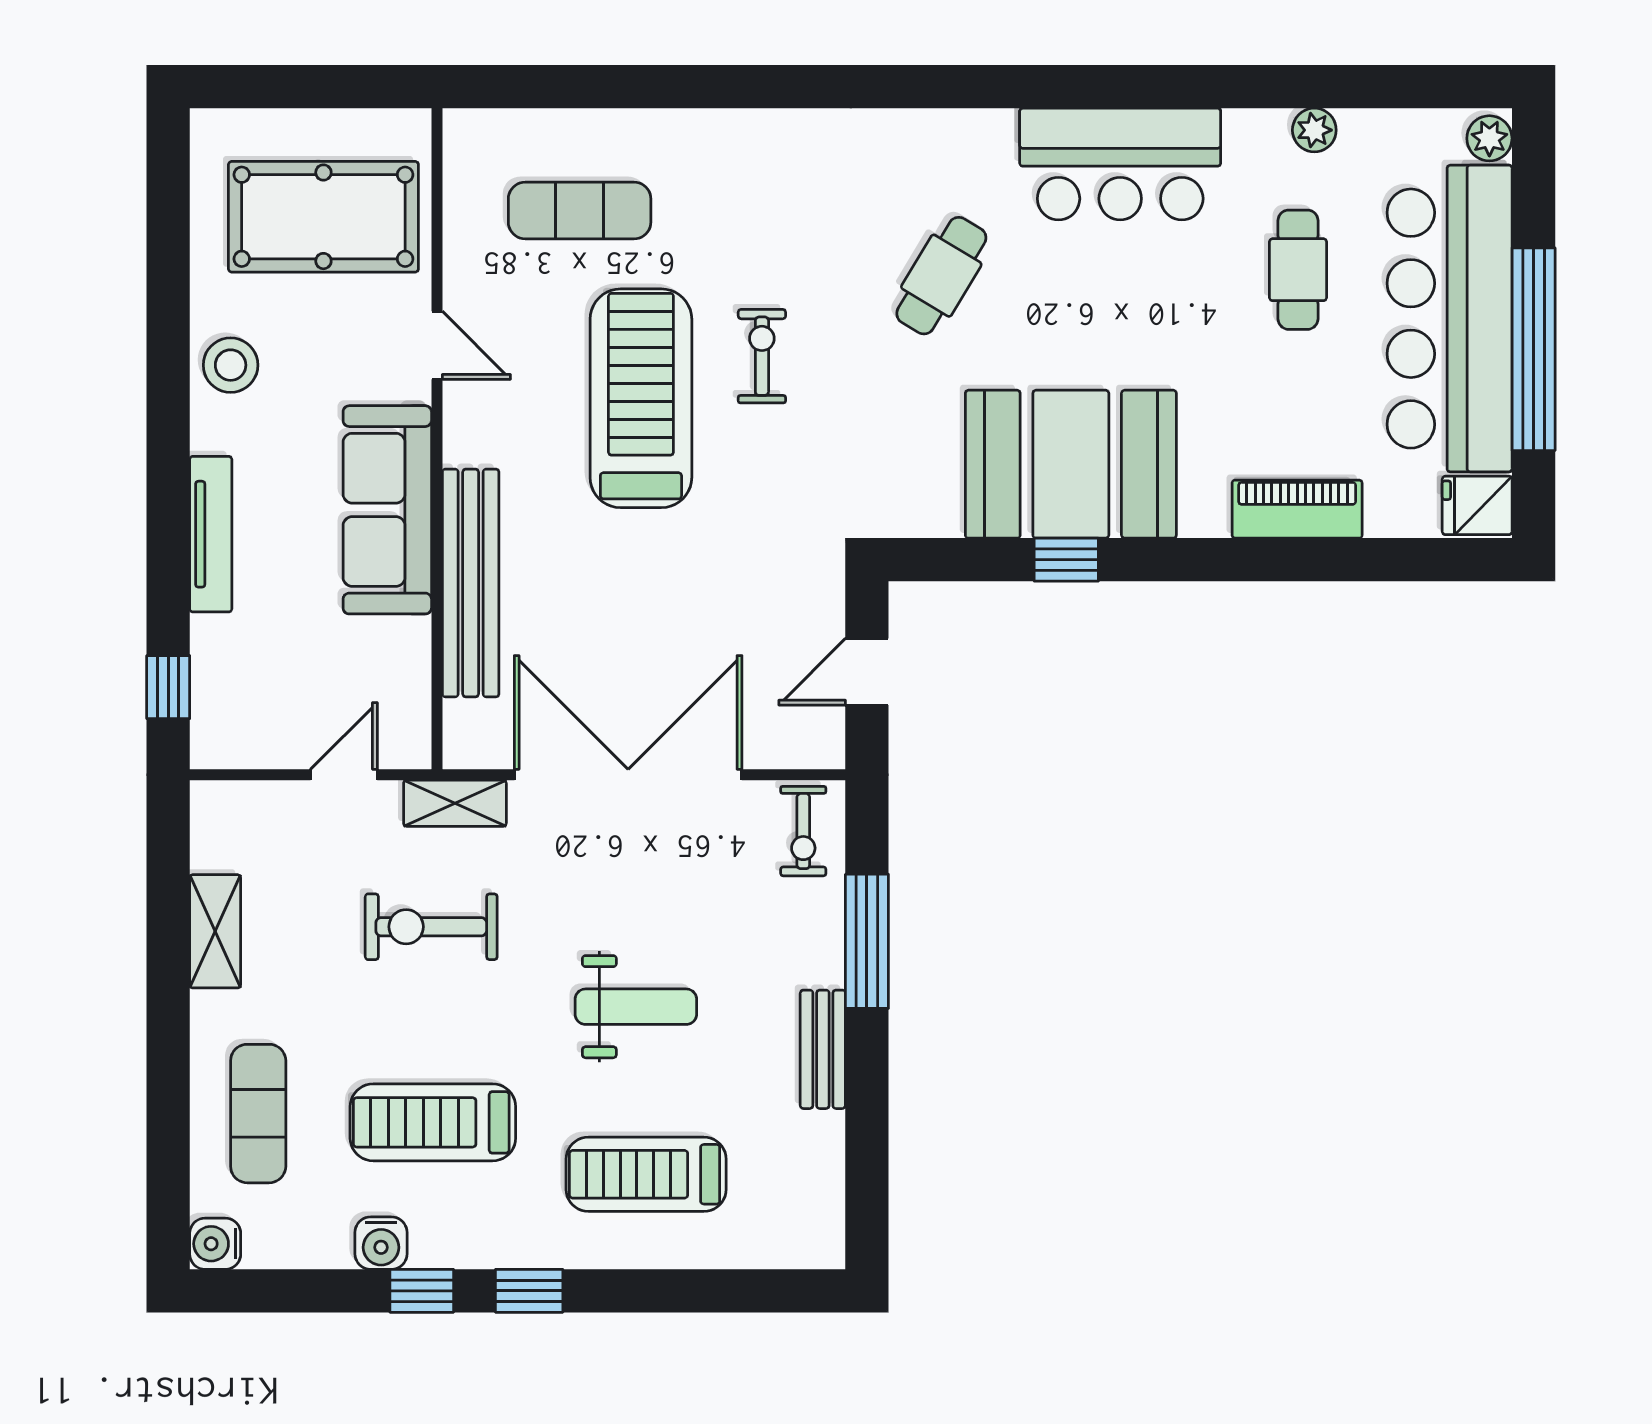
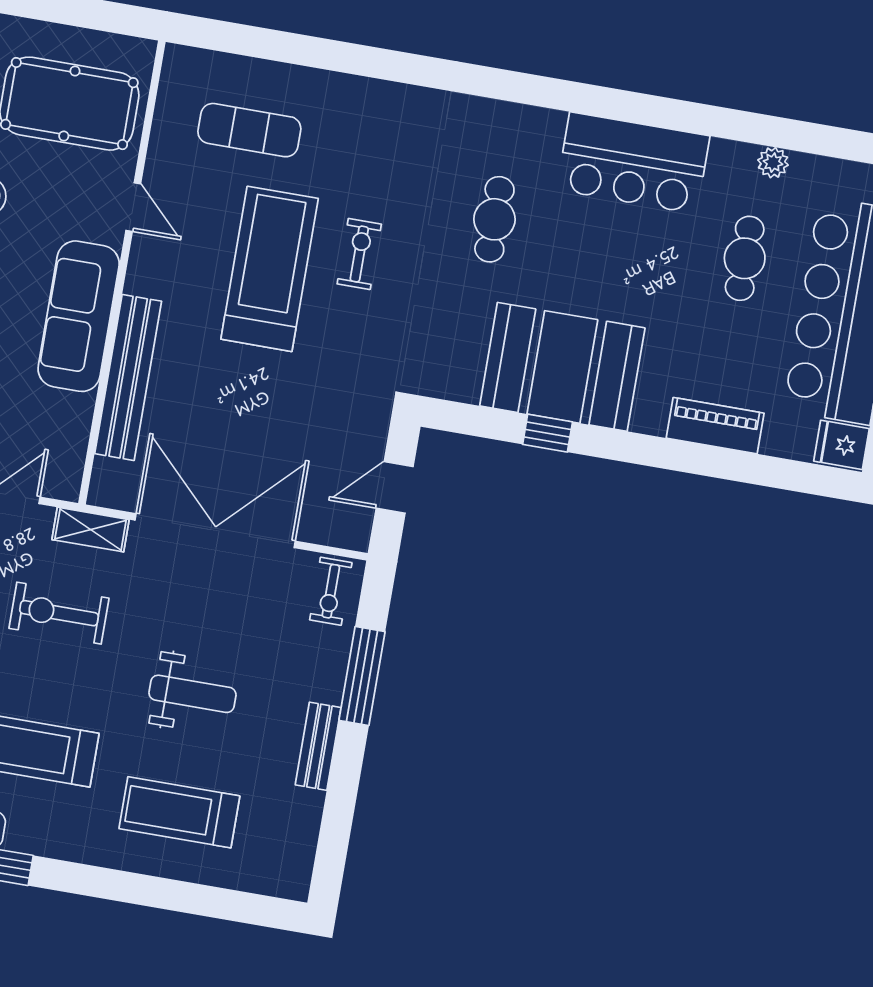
cafe table: (941, 276) -> (494, 219), turned -31
window: (529, 1291) -> (84, 880), removed

